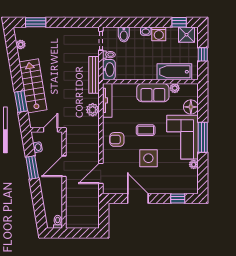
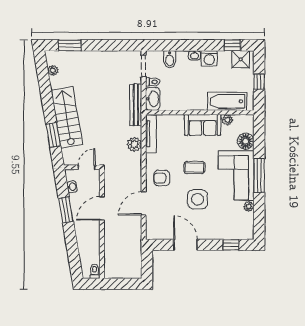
door: (101, 173) -> (144, 203), moved

